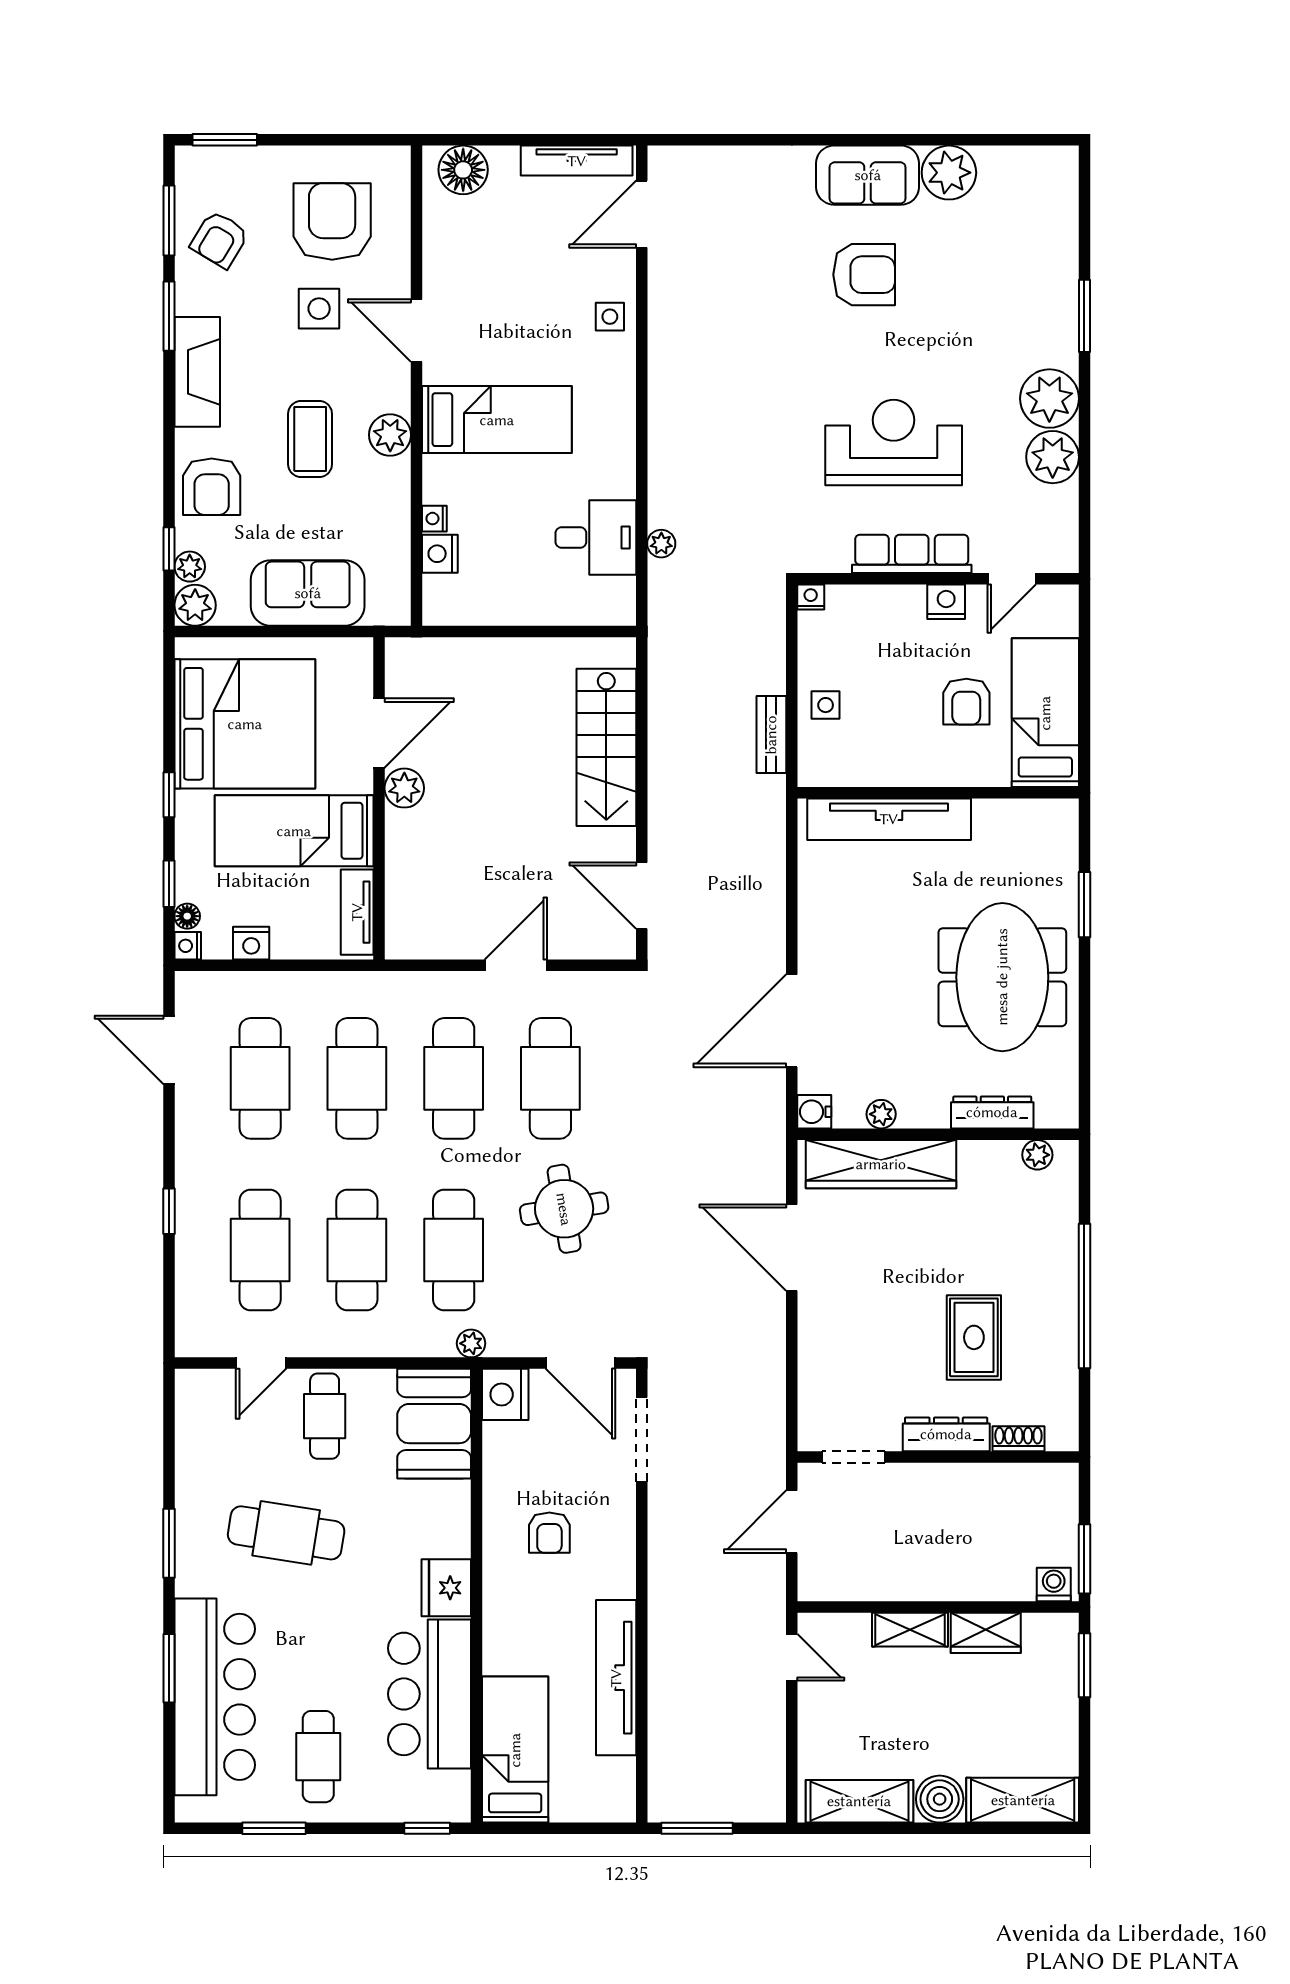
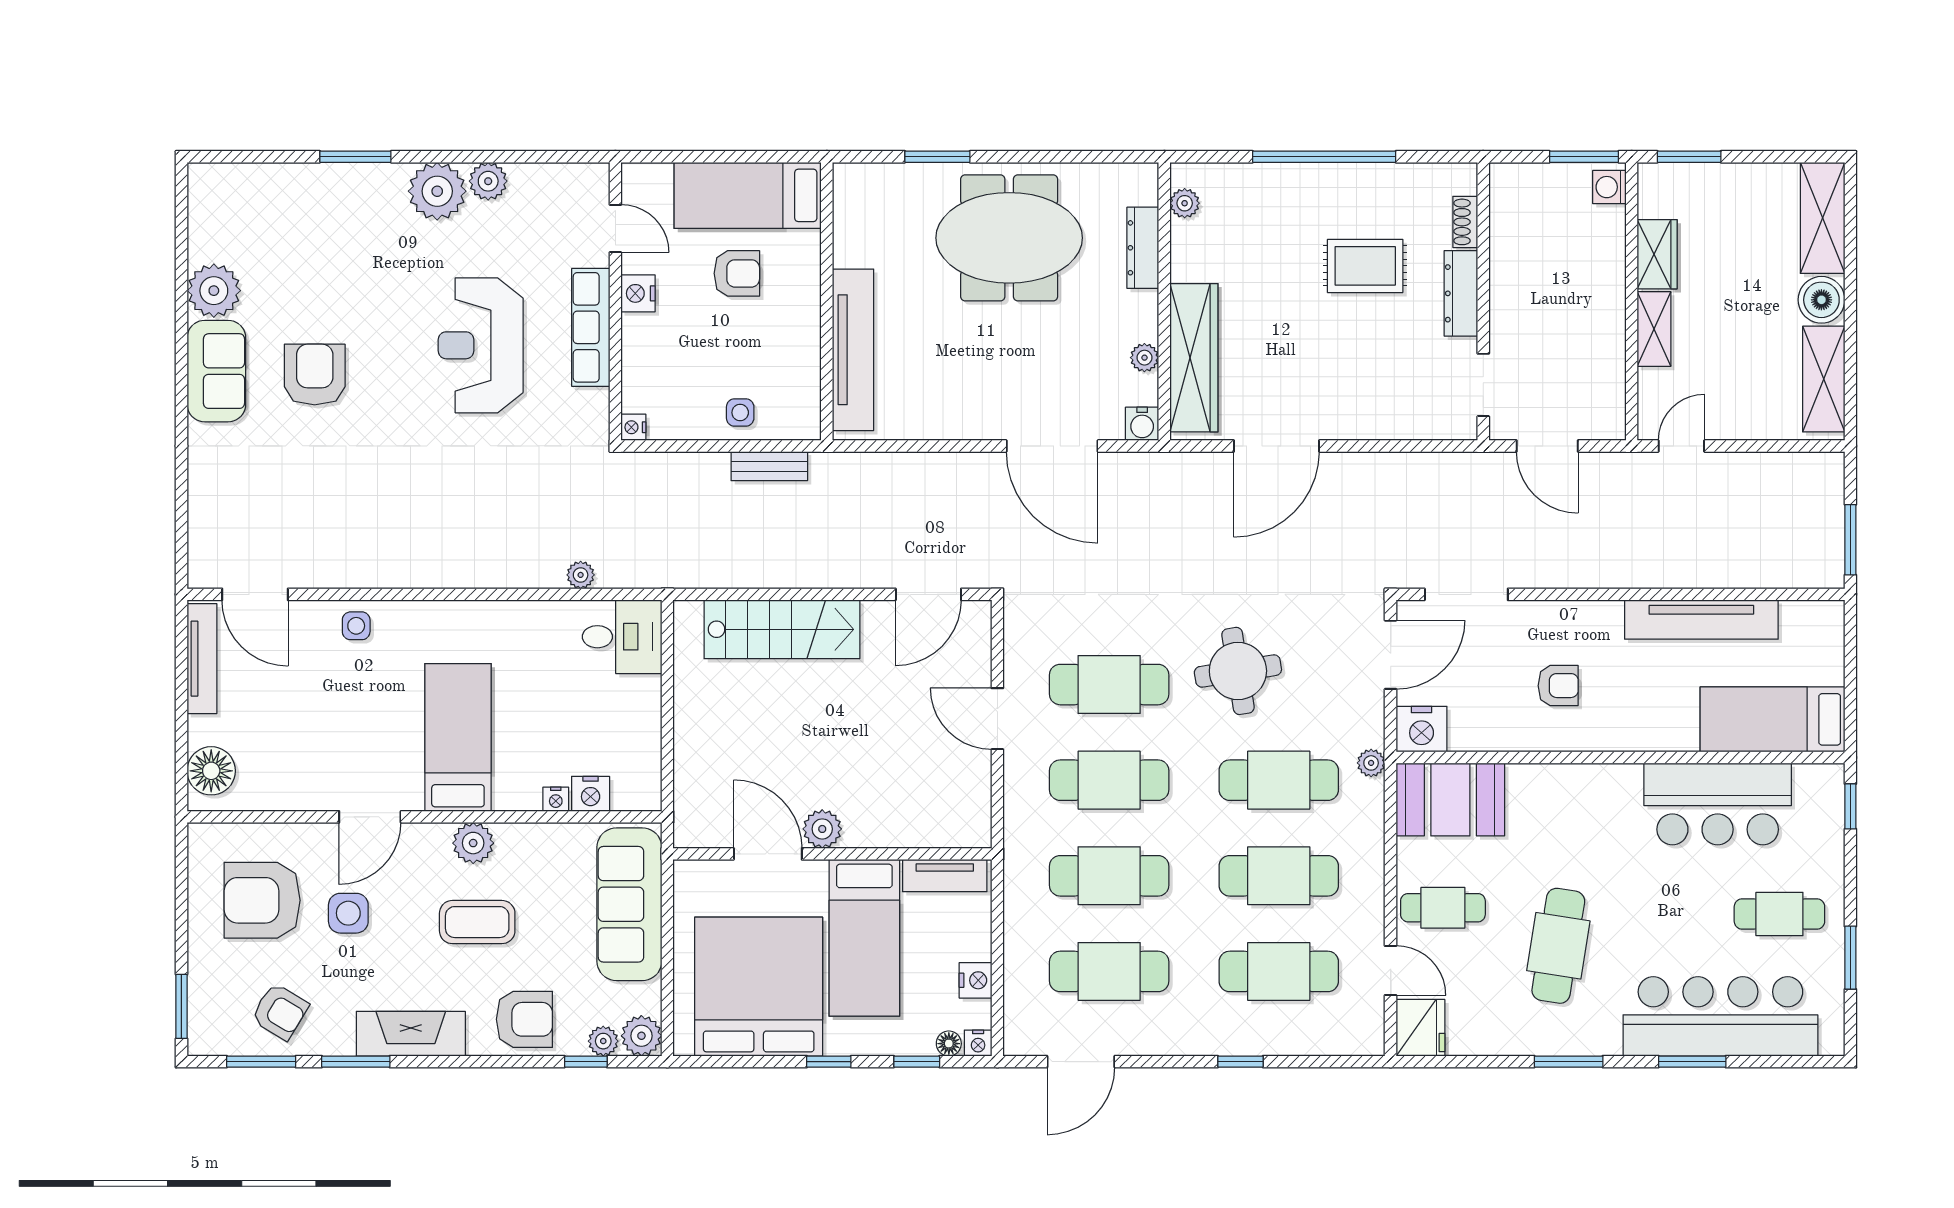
plant: (1053, 457) -> (488, 181), width x0.73, depth x0.73
desk: (596, 538) -> (622, 637), moved, turned 90
sofa: (308, 593) -> (629, 904), width x1.36
fridge: (446, 1588) -> (1420, 1028), moved, turned -90

